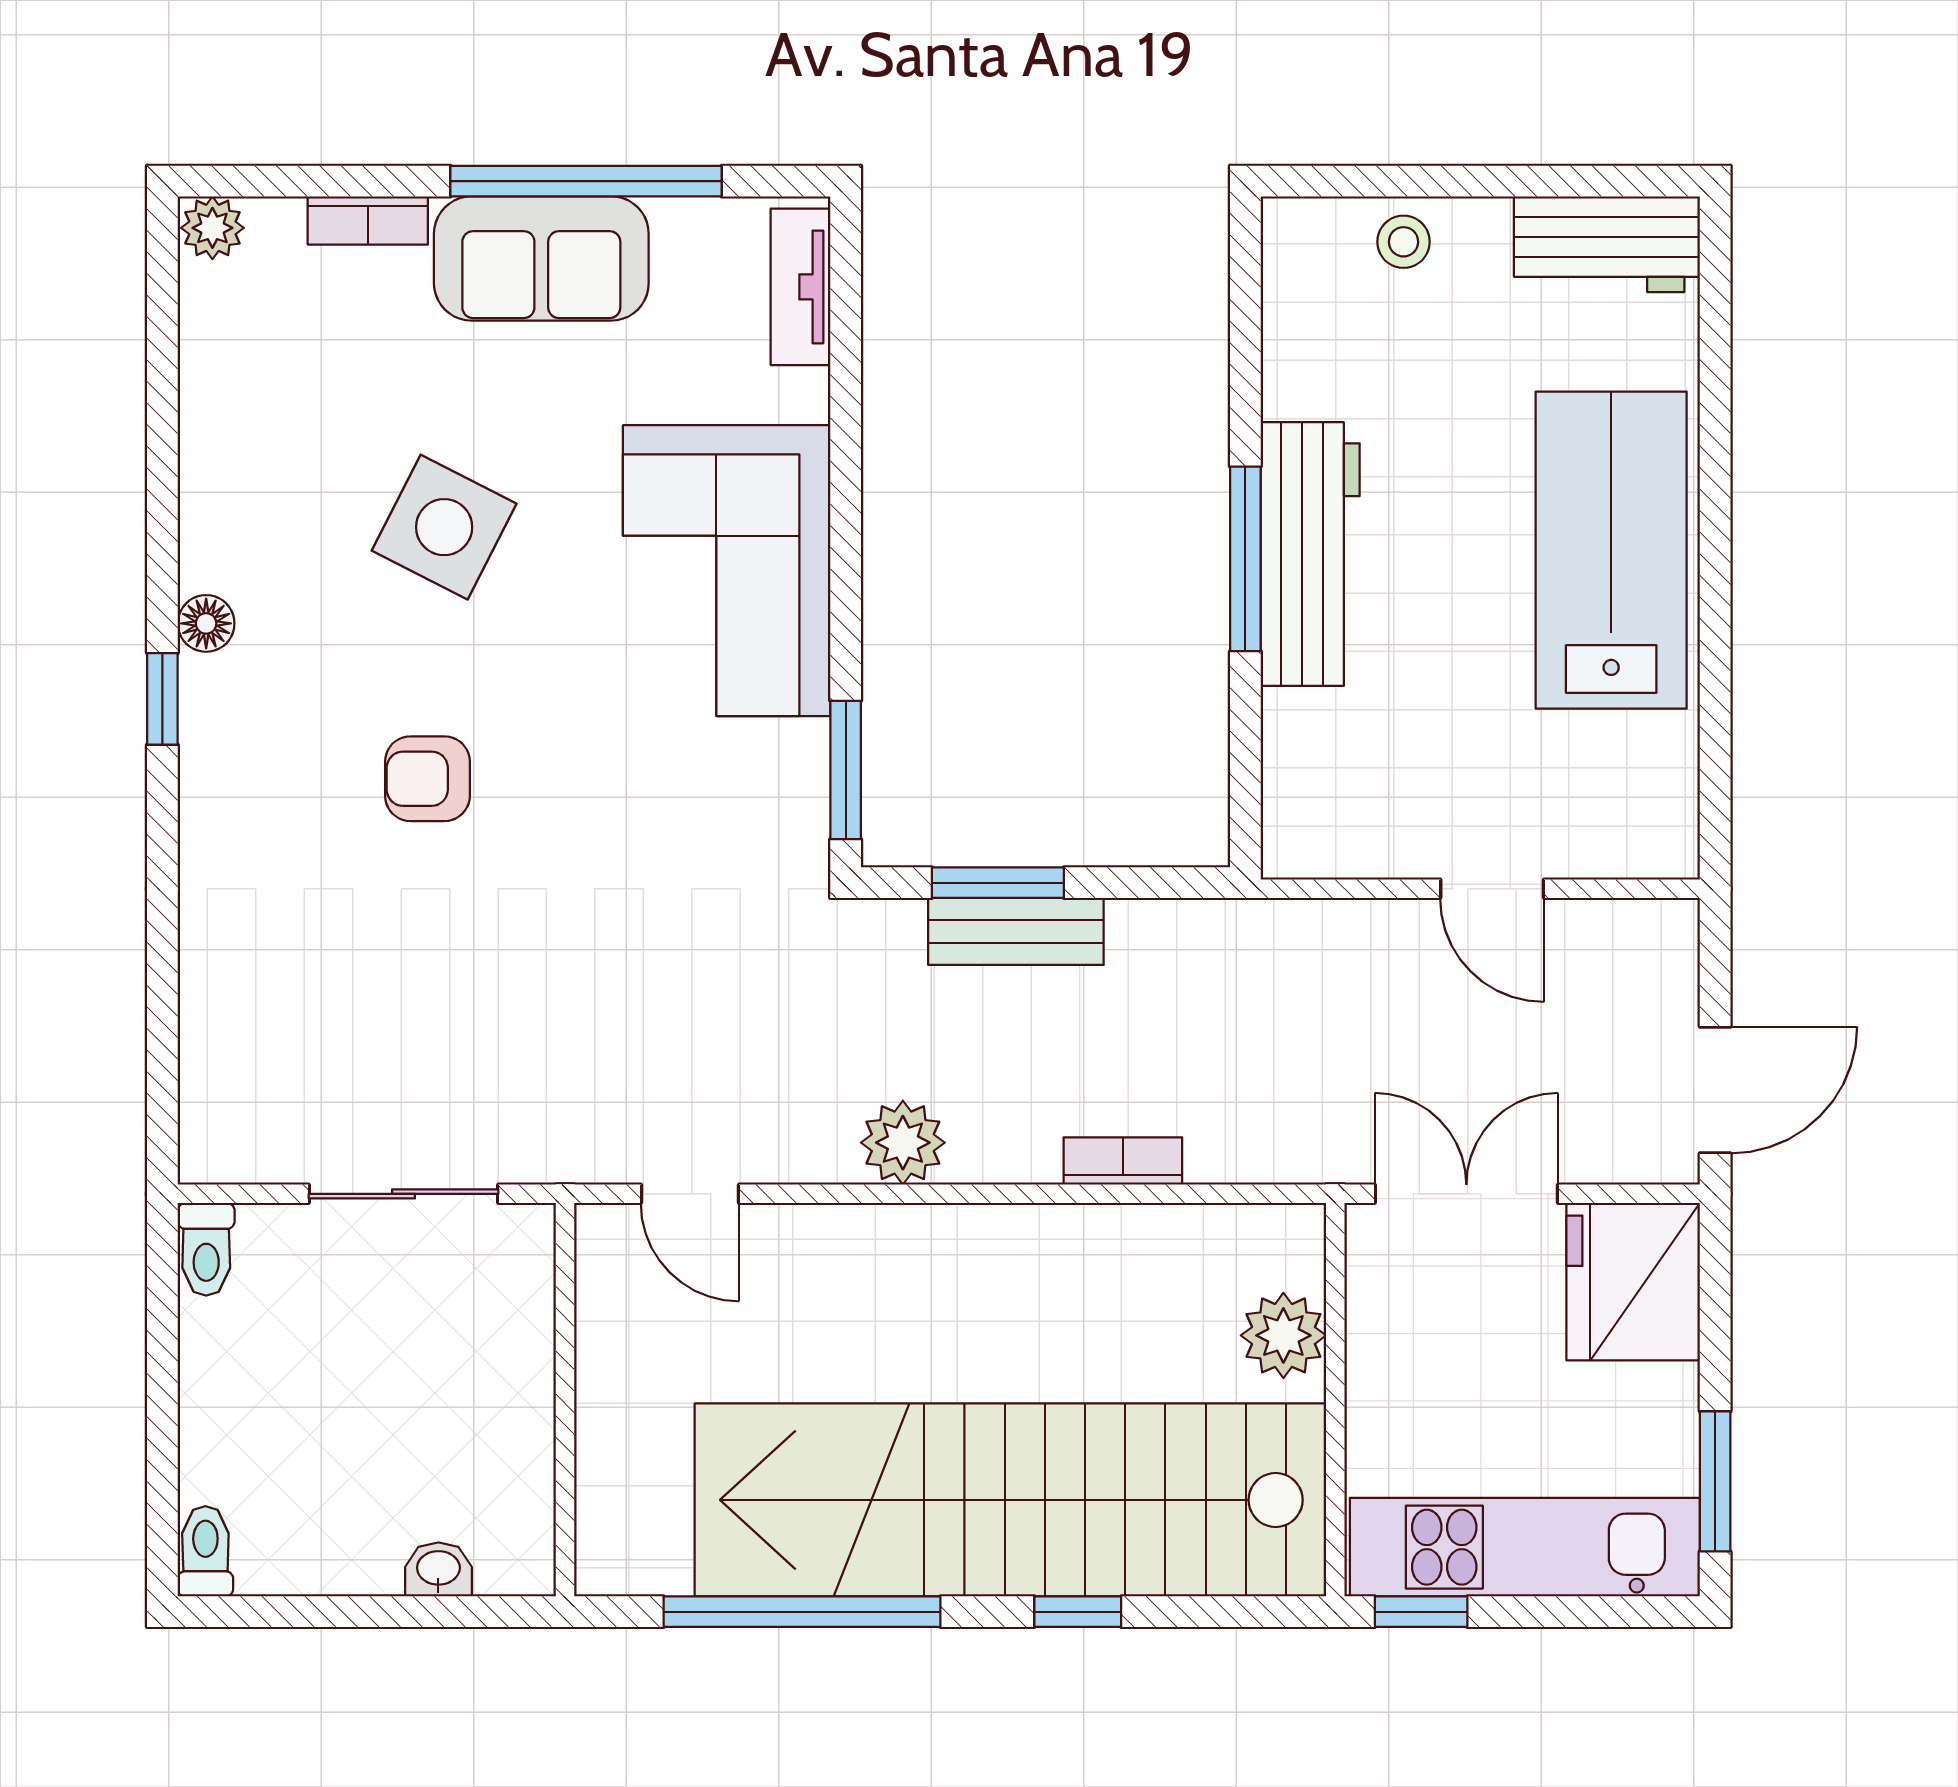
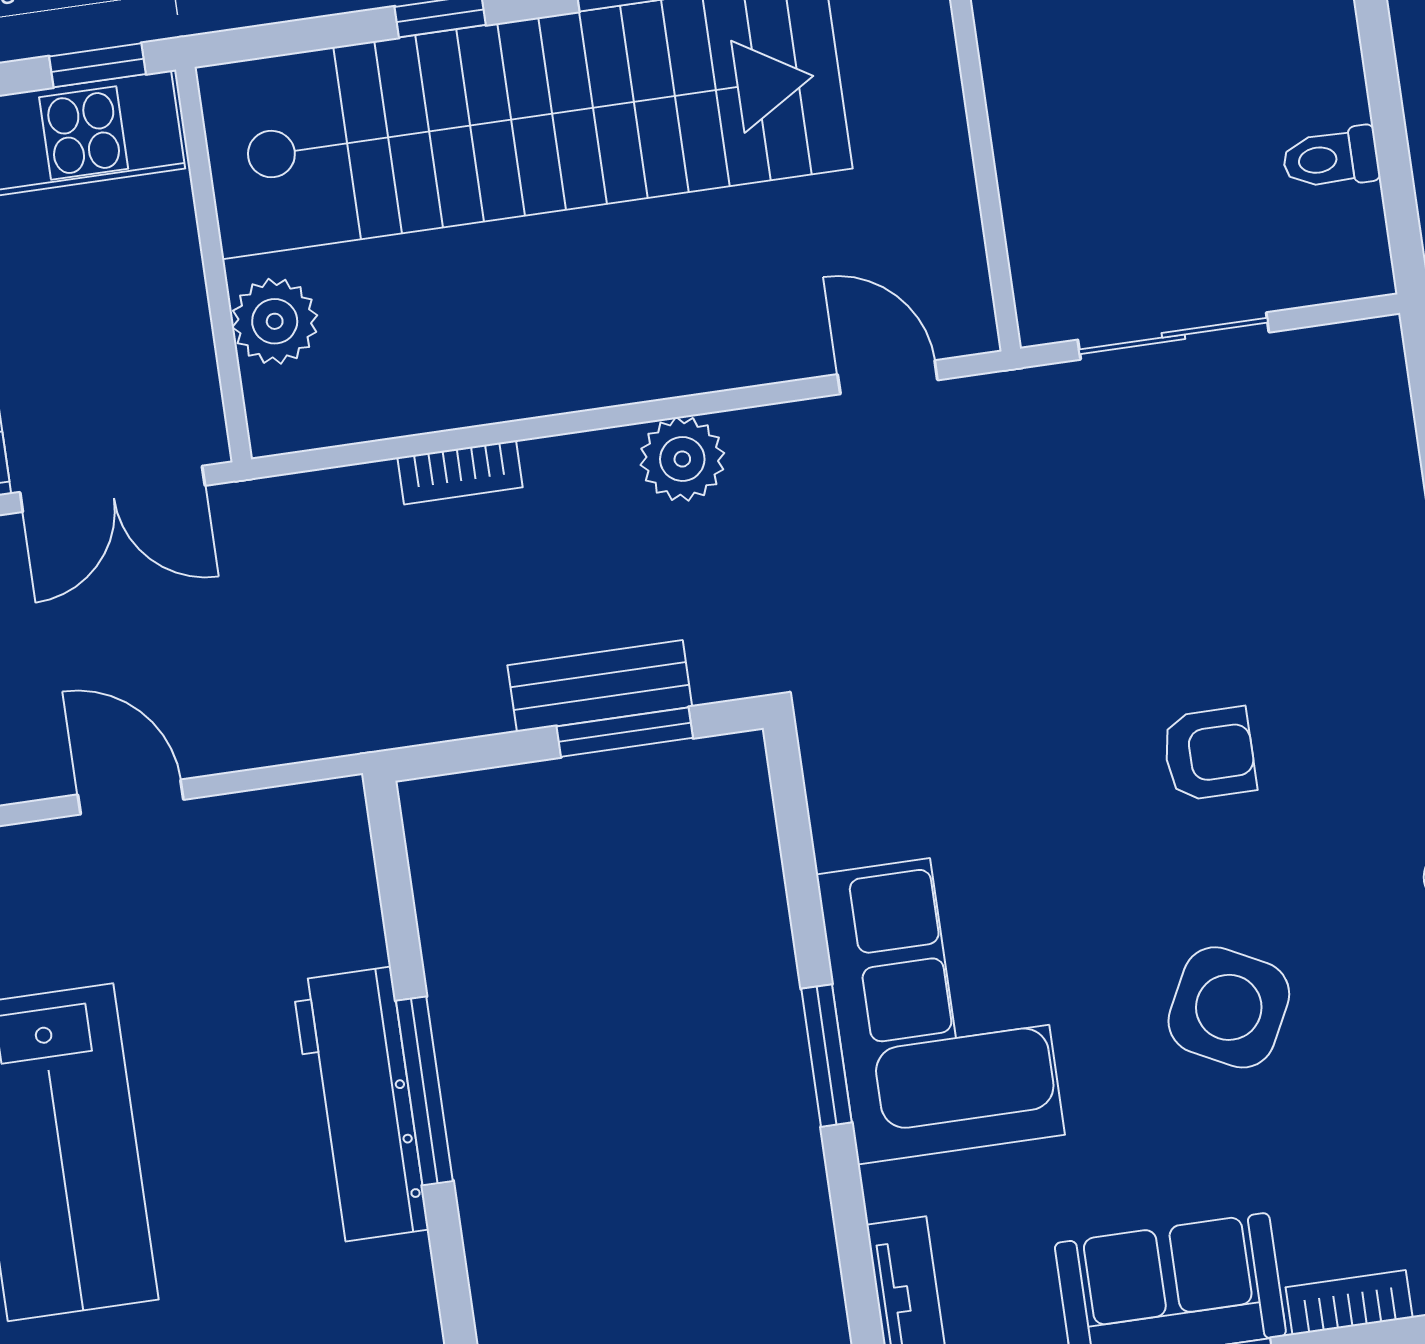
window: (846, 770) -> (827, 1056), moved
toilet: (206, 1249) -> (1331, 158), moved, turned -90

